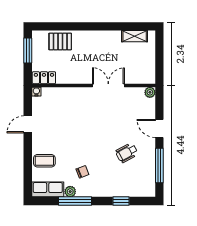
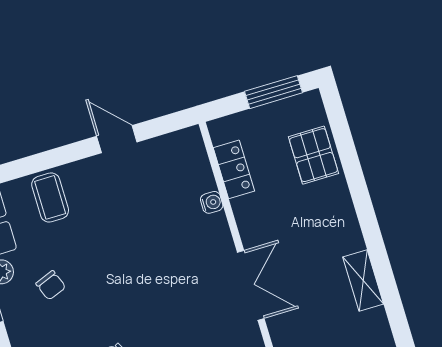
shelving: (135, 36) -> (363, 280), moved
locker: (44, 78) -> (234, 169), moved
water cooler: (36, 92) -> (212, 202), moved

